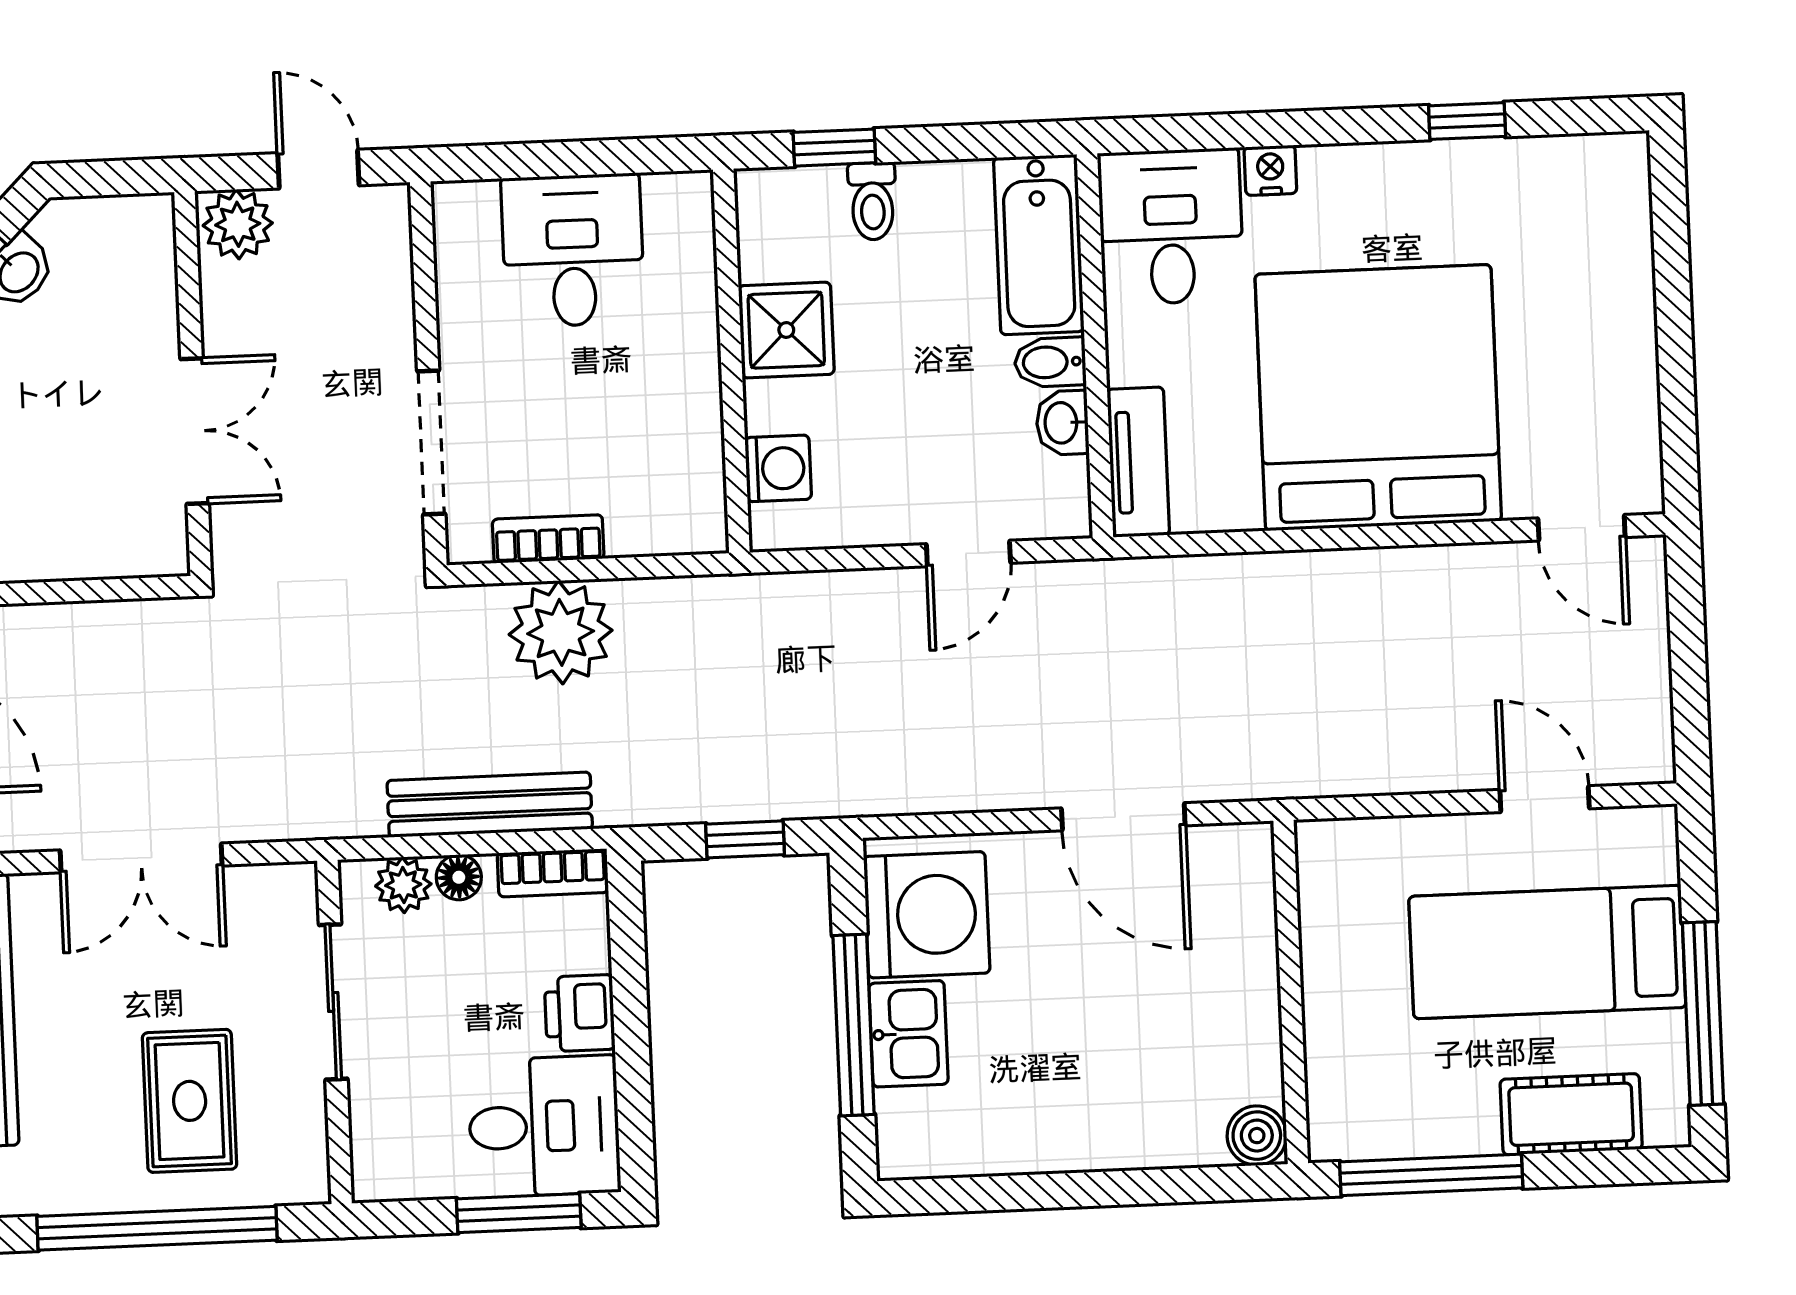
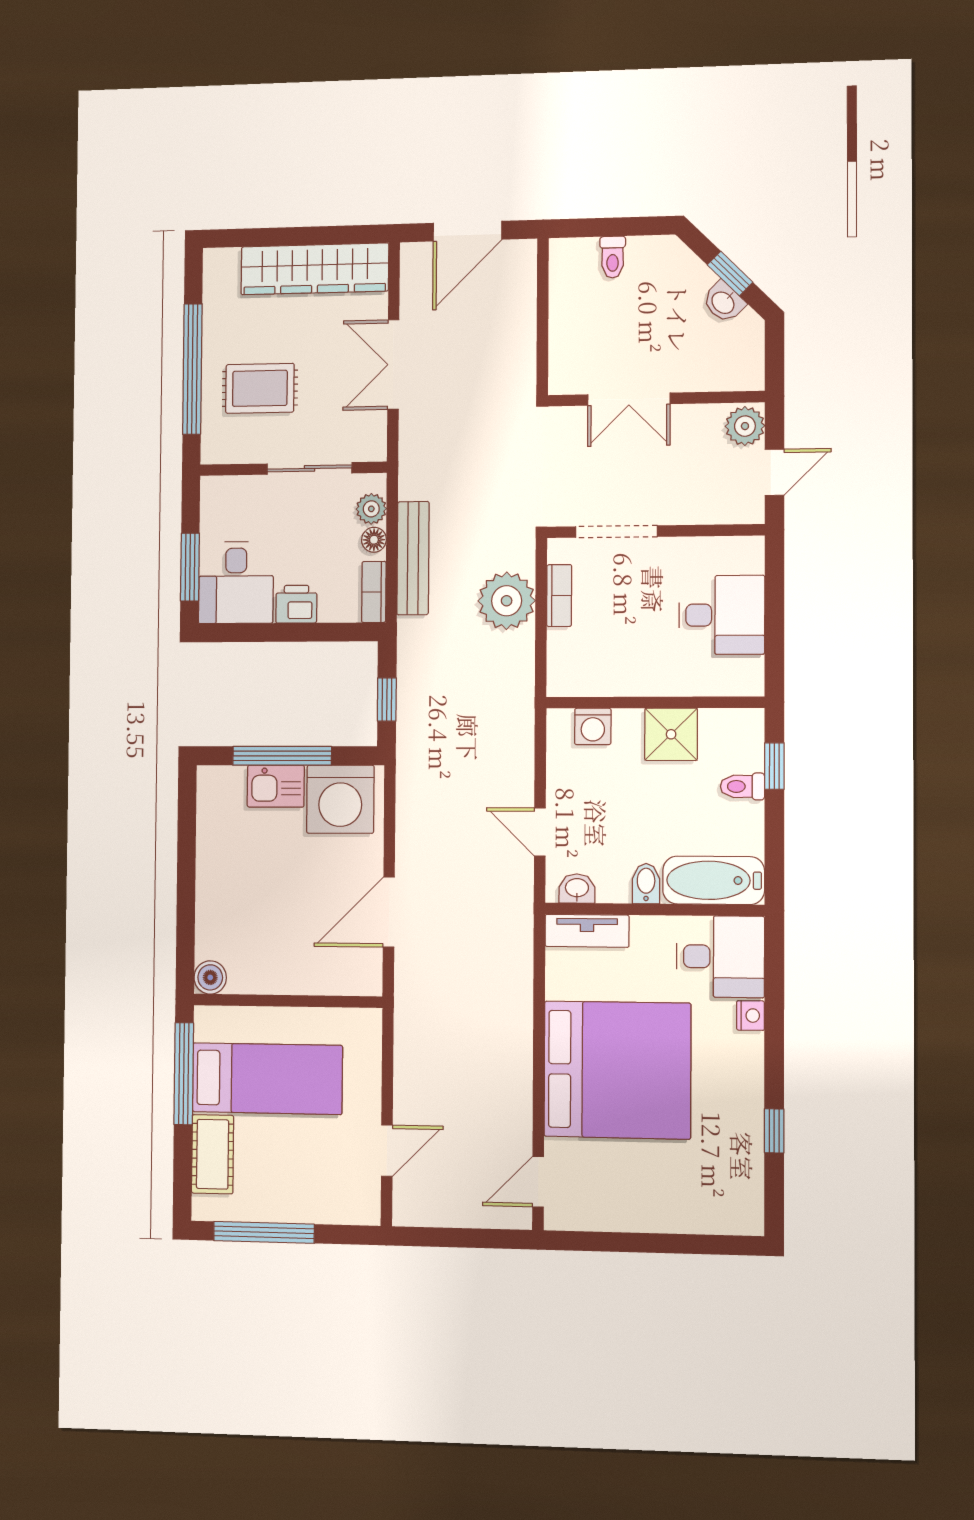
washbasin: (1062, 423) -> (577, 889), moved
bed: (1547, 952) -> (267, 1079), moved, turned 90

